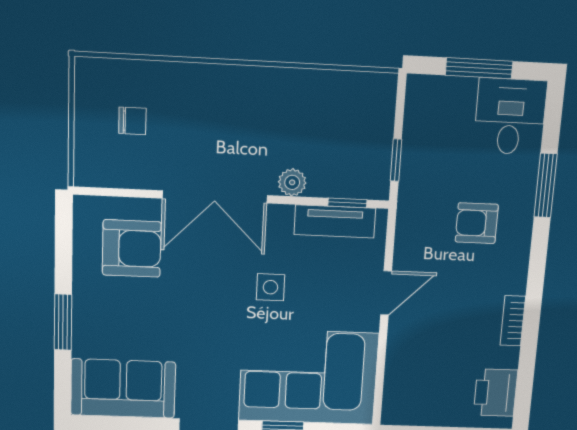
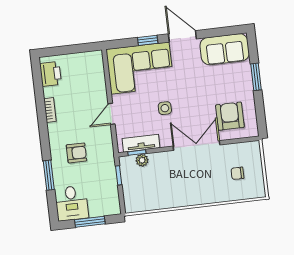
plant: (292, 182) -> (142, 160), moved
armchair: (132, 248) -> (230, 116), turned 90

